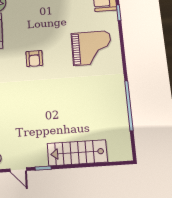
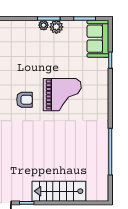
grand piano: (92, 48) -> (62, 95), moved
armchair: (34, 58) -> (24, 100), turned -90

